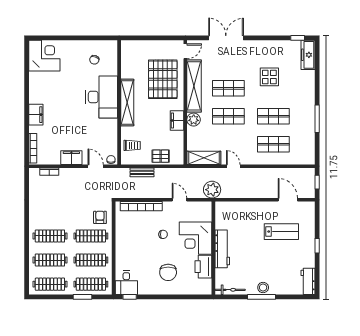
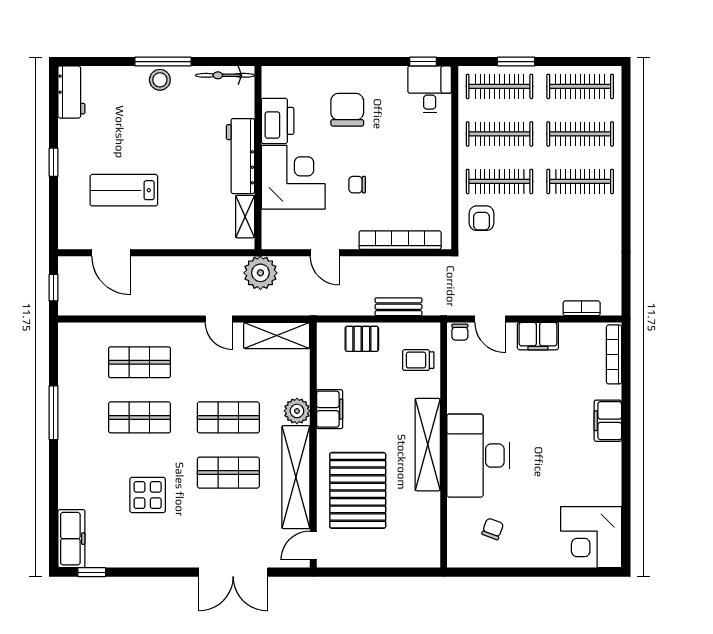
shelving: (220, 218) -> (245, 217), added

